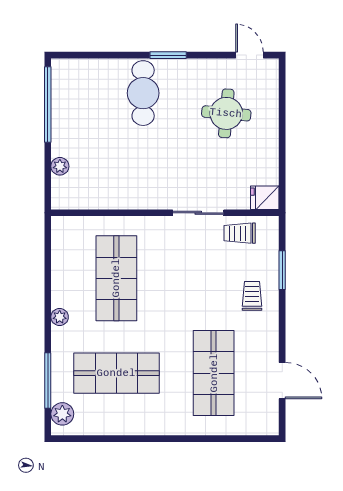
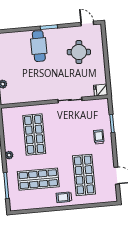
trolley: (240, 233) -> (64, 197), moved
plant: (62, 414) -> (14, 201), removed

